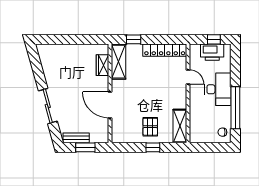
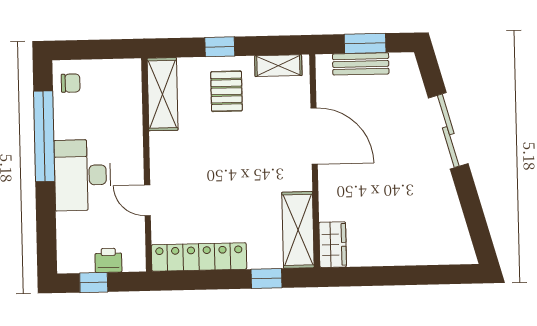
printer: (212, 52) -> (108, 260), width x0.53, depth x0.68
wardrobe: (103, 65) -> (333, 245), moved
bench: (76, 138) -> (361, 64), moved
shelving: (126, 138) -> (278, 66), added

